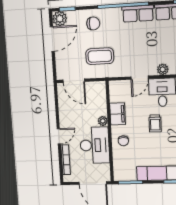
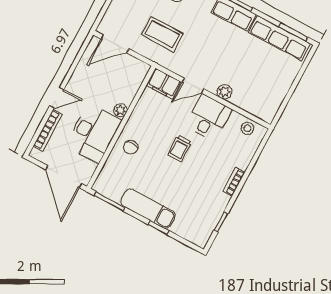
door: (74, 81) -> (115, 44), hinge flipped
filing cabinet: (118, 114) -> (164, 84), moved, turned 90

